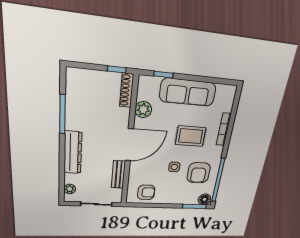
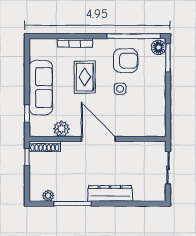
bench: (118, 174) -> (132, 147), removed
plant: (70, 189) -> (48, 196), moved
armchair: (146, 192) -> (152, 116), removed

